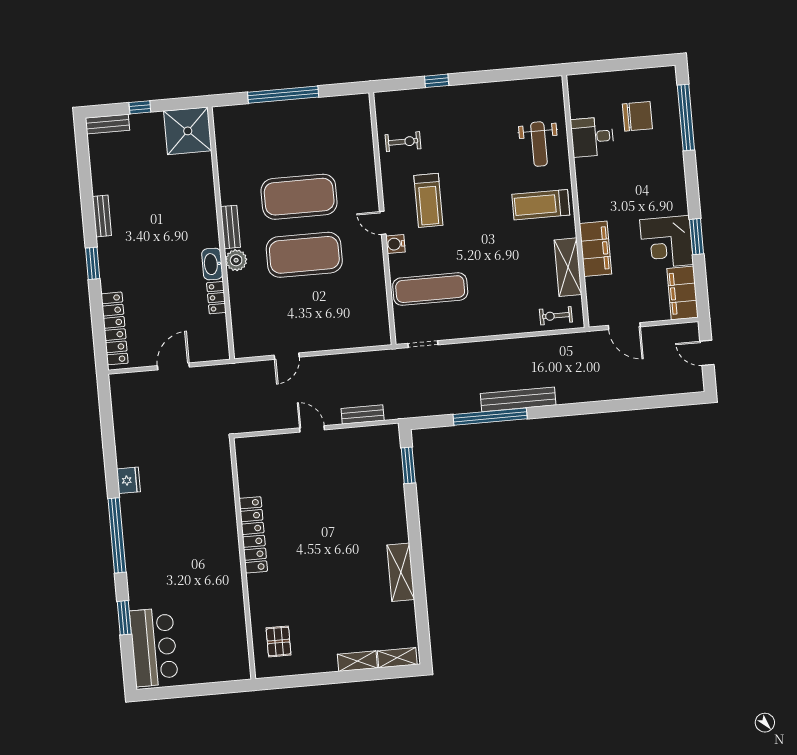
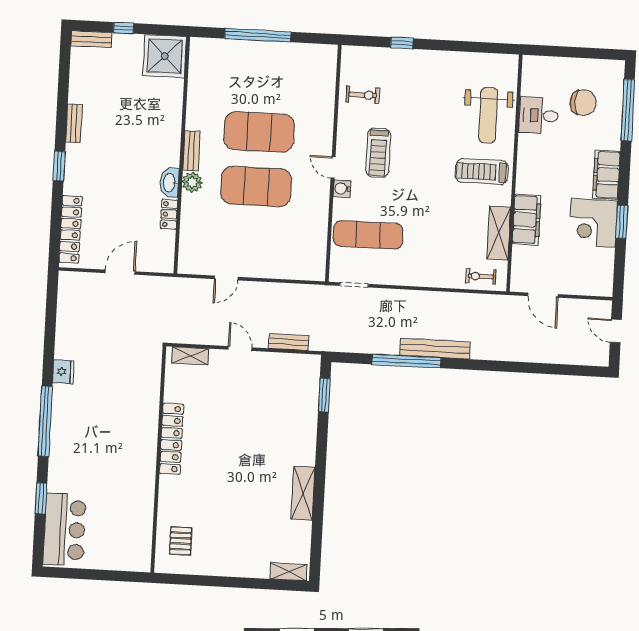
weight bench: (539, 144) -> (488, 115), width x1.36, depth x1.33
filing cabinet: (682, 293) -> (606, 175), moved
shelving: (357, 661) -> (190, 356), moved

